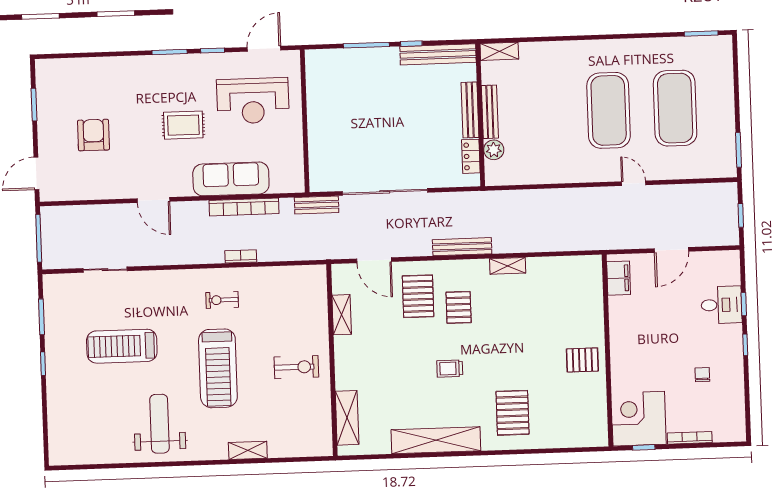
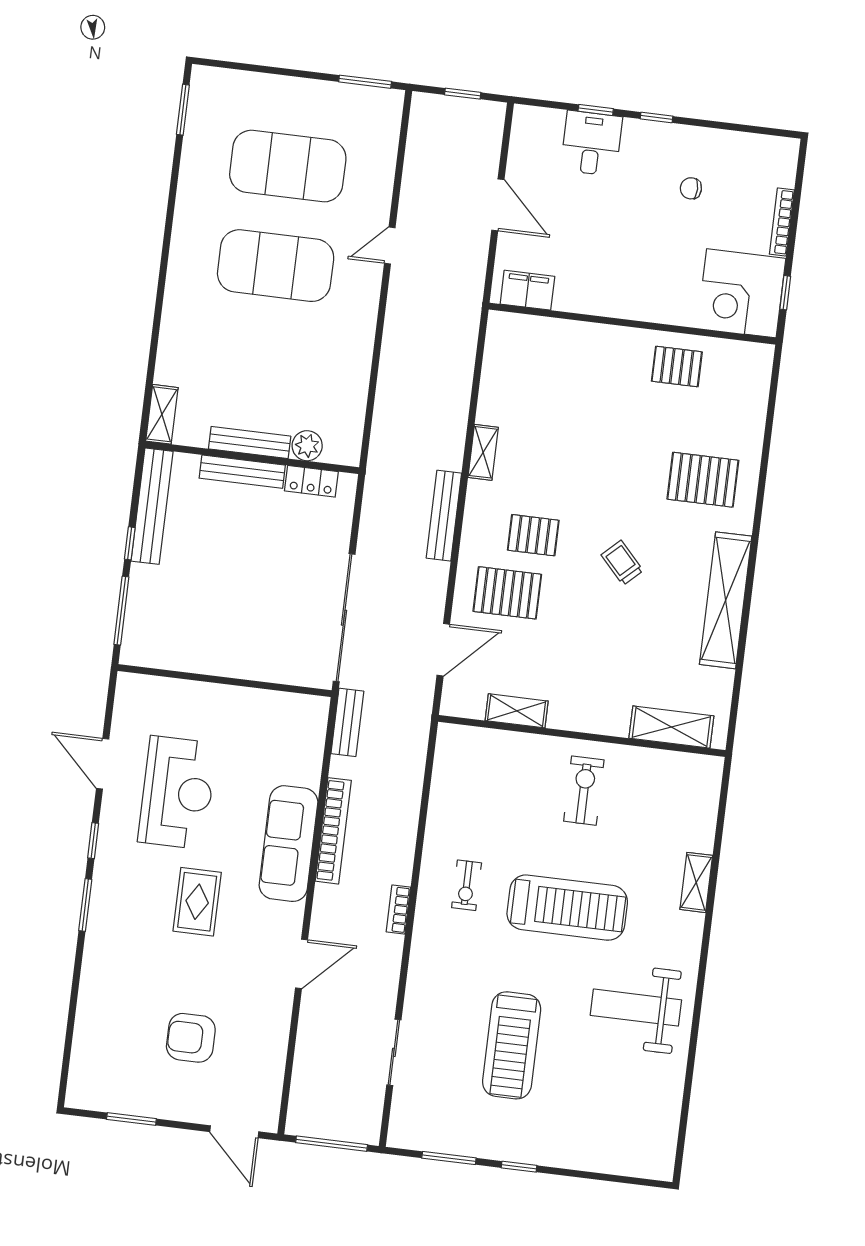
wall: (305, 121) -> (225, 681), moved
bookcase: (241, 256) -> (398, 910), moved
pallet: (582, 360) -> (677, 367), moved, turned 90
trolley: (450, 369) -> (622, 563), turned 137

